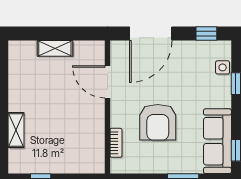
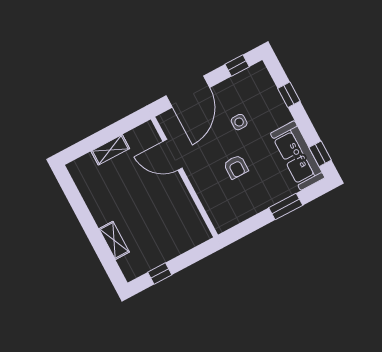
side table: (223, 67) -> (239, 122), moved
armchair: (158, 122) -> (236, 167), width x0.53, depth x0.53
bookcase: (116, 143) -> (209, 205), removed

